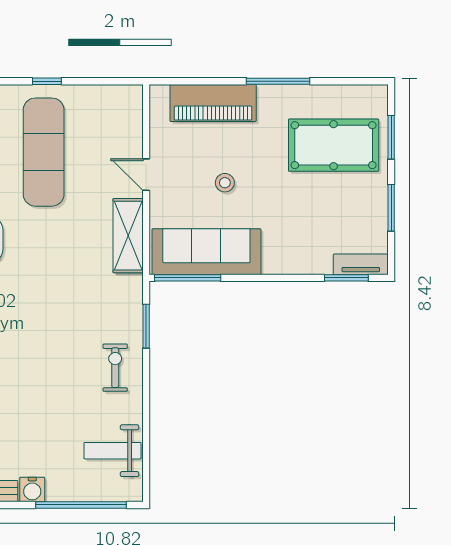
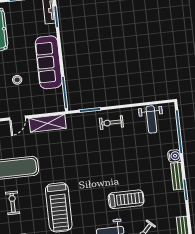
sofa: (206, 252) -> (49, 62), moved

